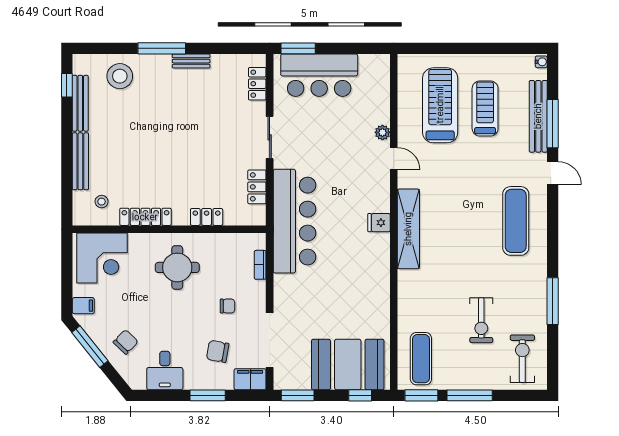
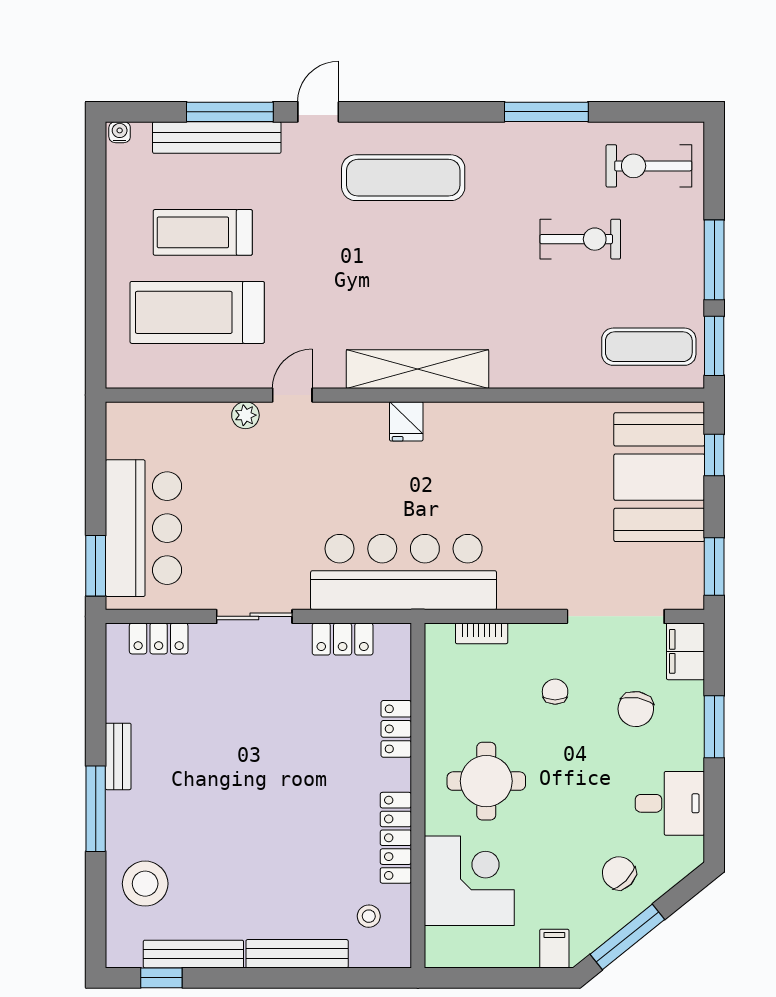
corner desk: (102, 258) -> (469, 881), moved

